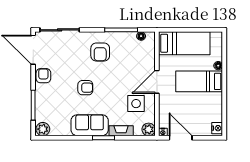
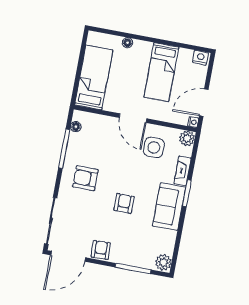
armchair: (100, 52) -> (85, 178), turned 180
armchair: (43, 76) -> (101, 250), turned 88
bed: (199, 81) -> (161, 72), moved

